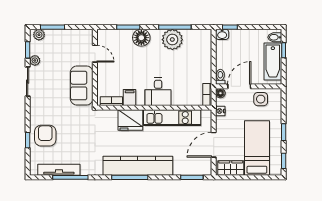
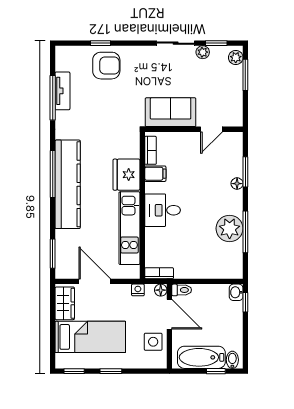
floor lamp: (141, 38) -> (237, 184), width x0.53, depth x0.53
tv unit: (59, 170) -> (62, 91), width x0.71

